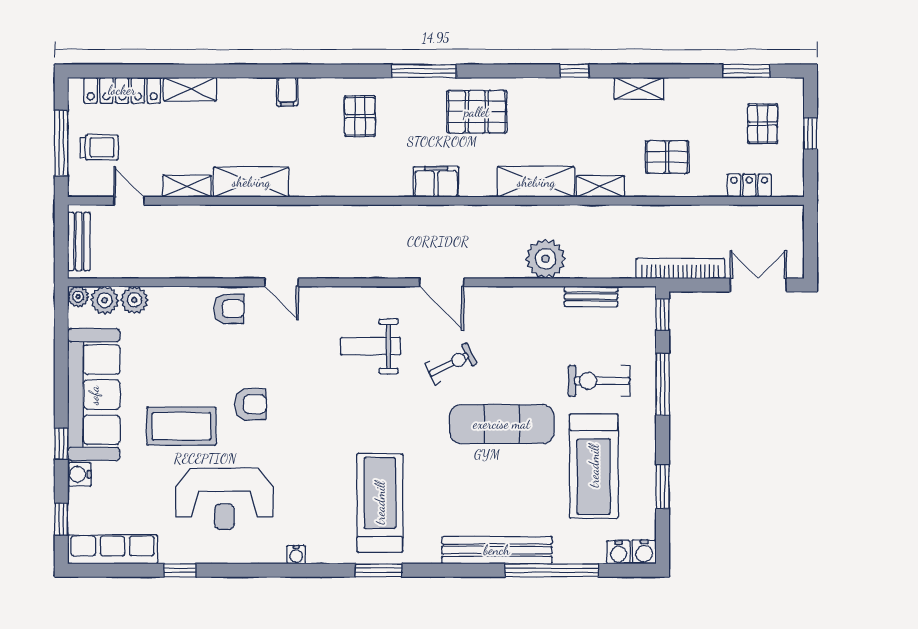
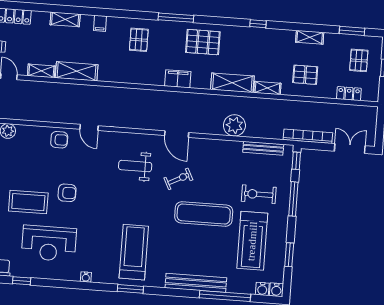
shelving: (639, 88) -> (310, 37), moved
shelving: (190, 89) -> (65, 19), moved
bench: (591, 296) -> (263, 148), width x1.36

